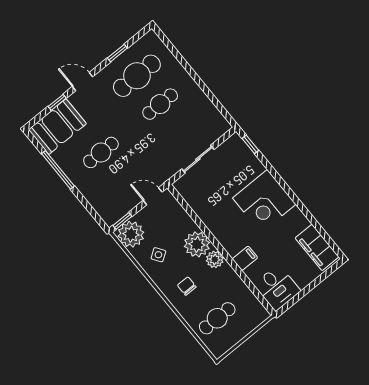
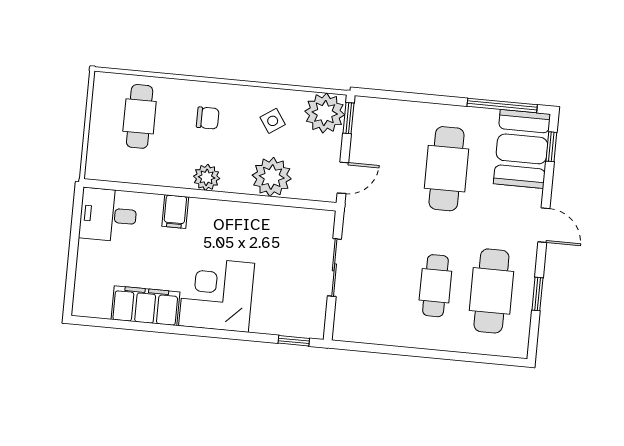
door: (82, 82) -> (544, 225), hinge flipped
window: (57, 102) -> (551, 147), moved
cafe table: (101, 152) -> (447, 169), width x1.37, depth x1.35
window: (58, 170) -> (502, 105), moved
plant: (197, 244) -> (272, 177), moved
filing cabinet: (317, 247) -> (145, 306), moved

